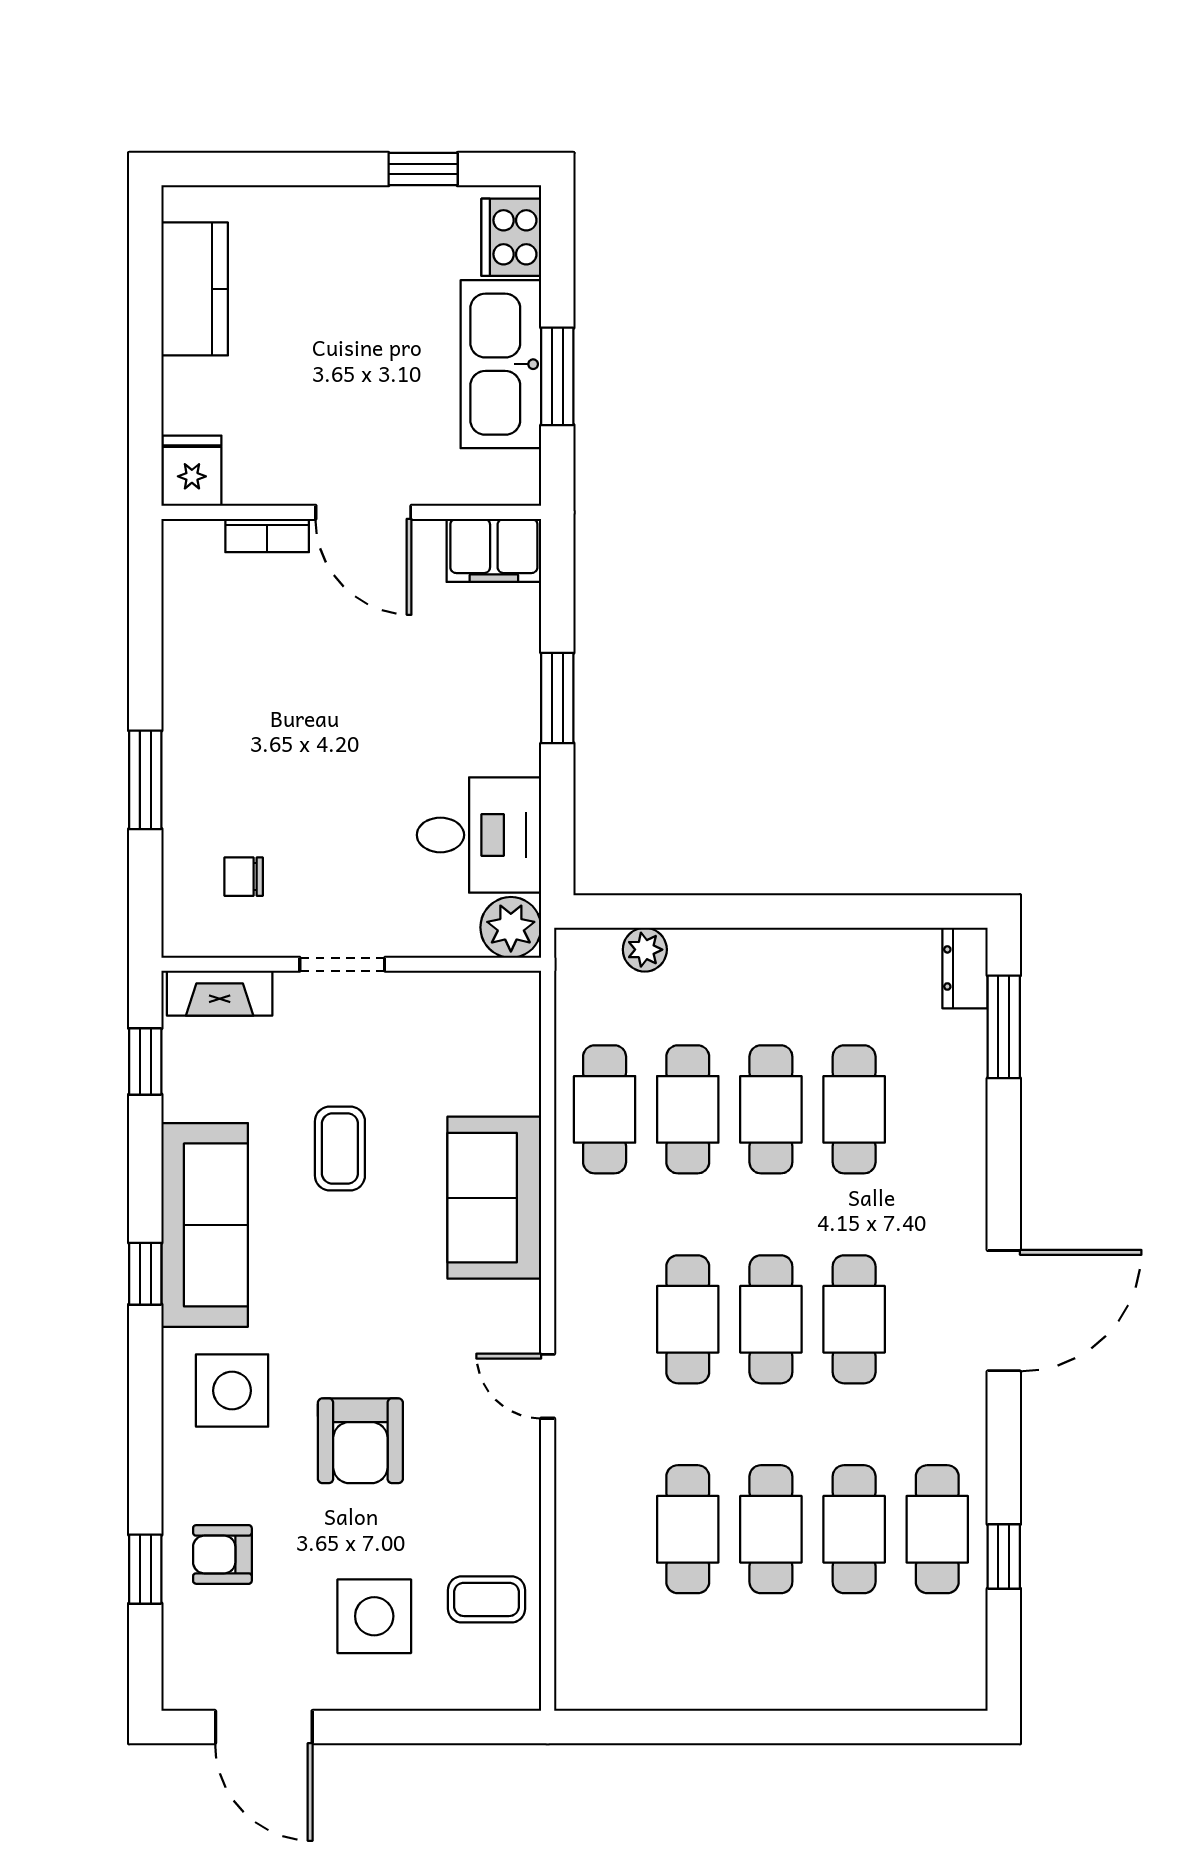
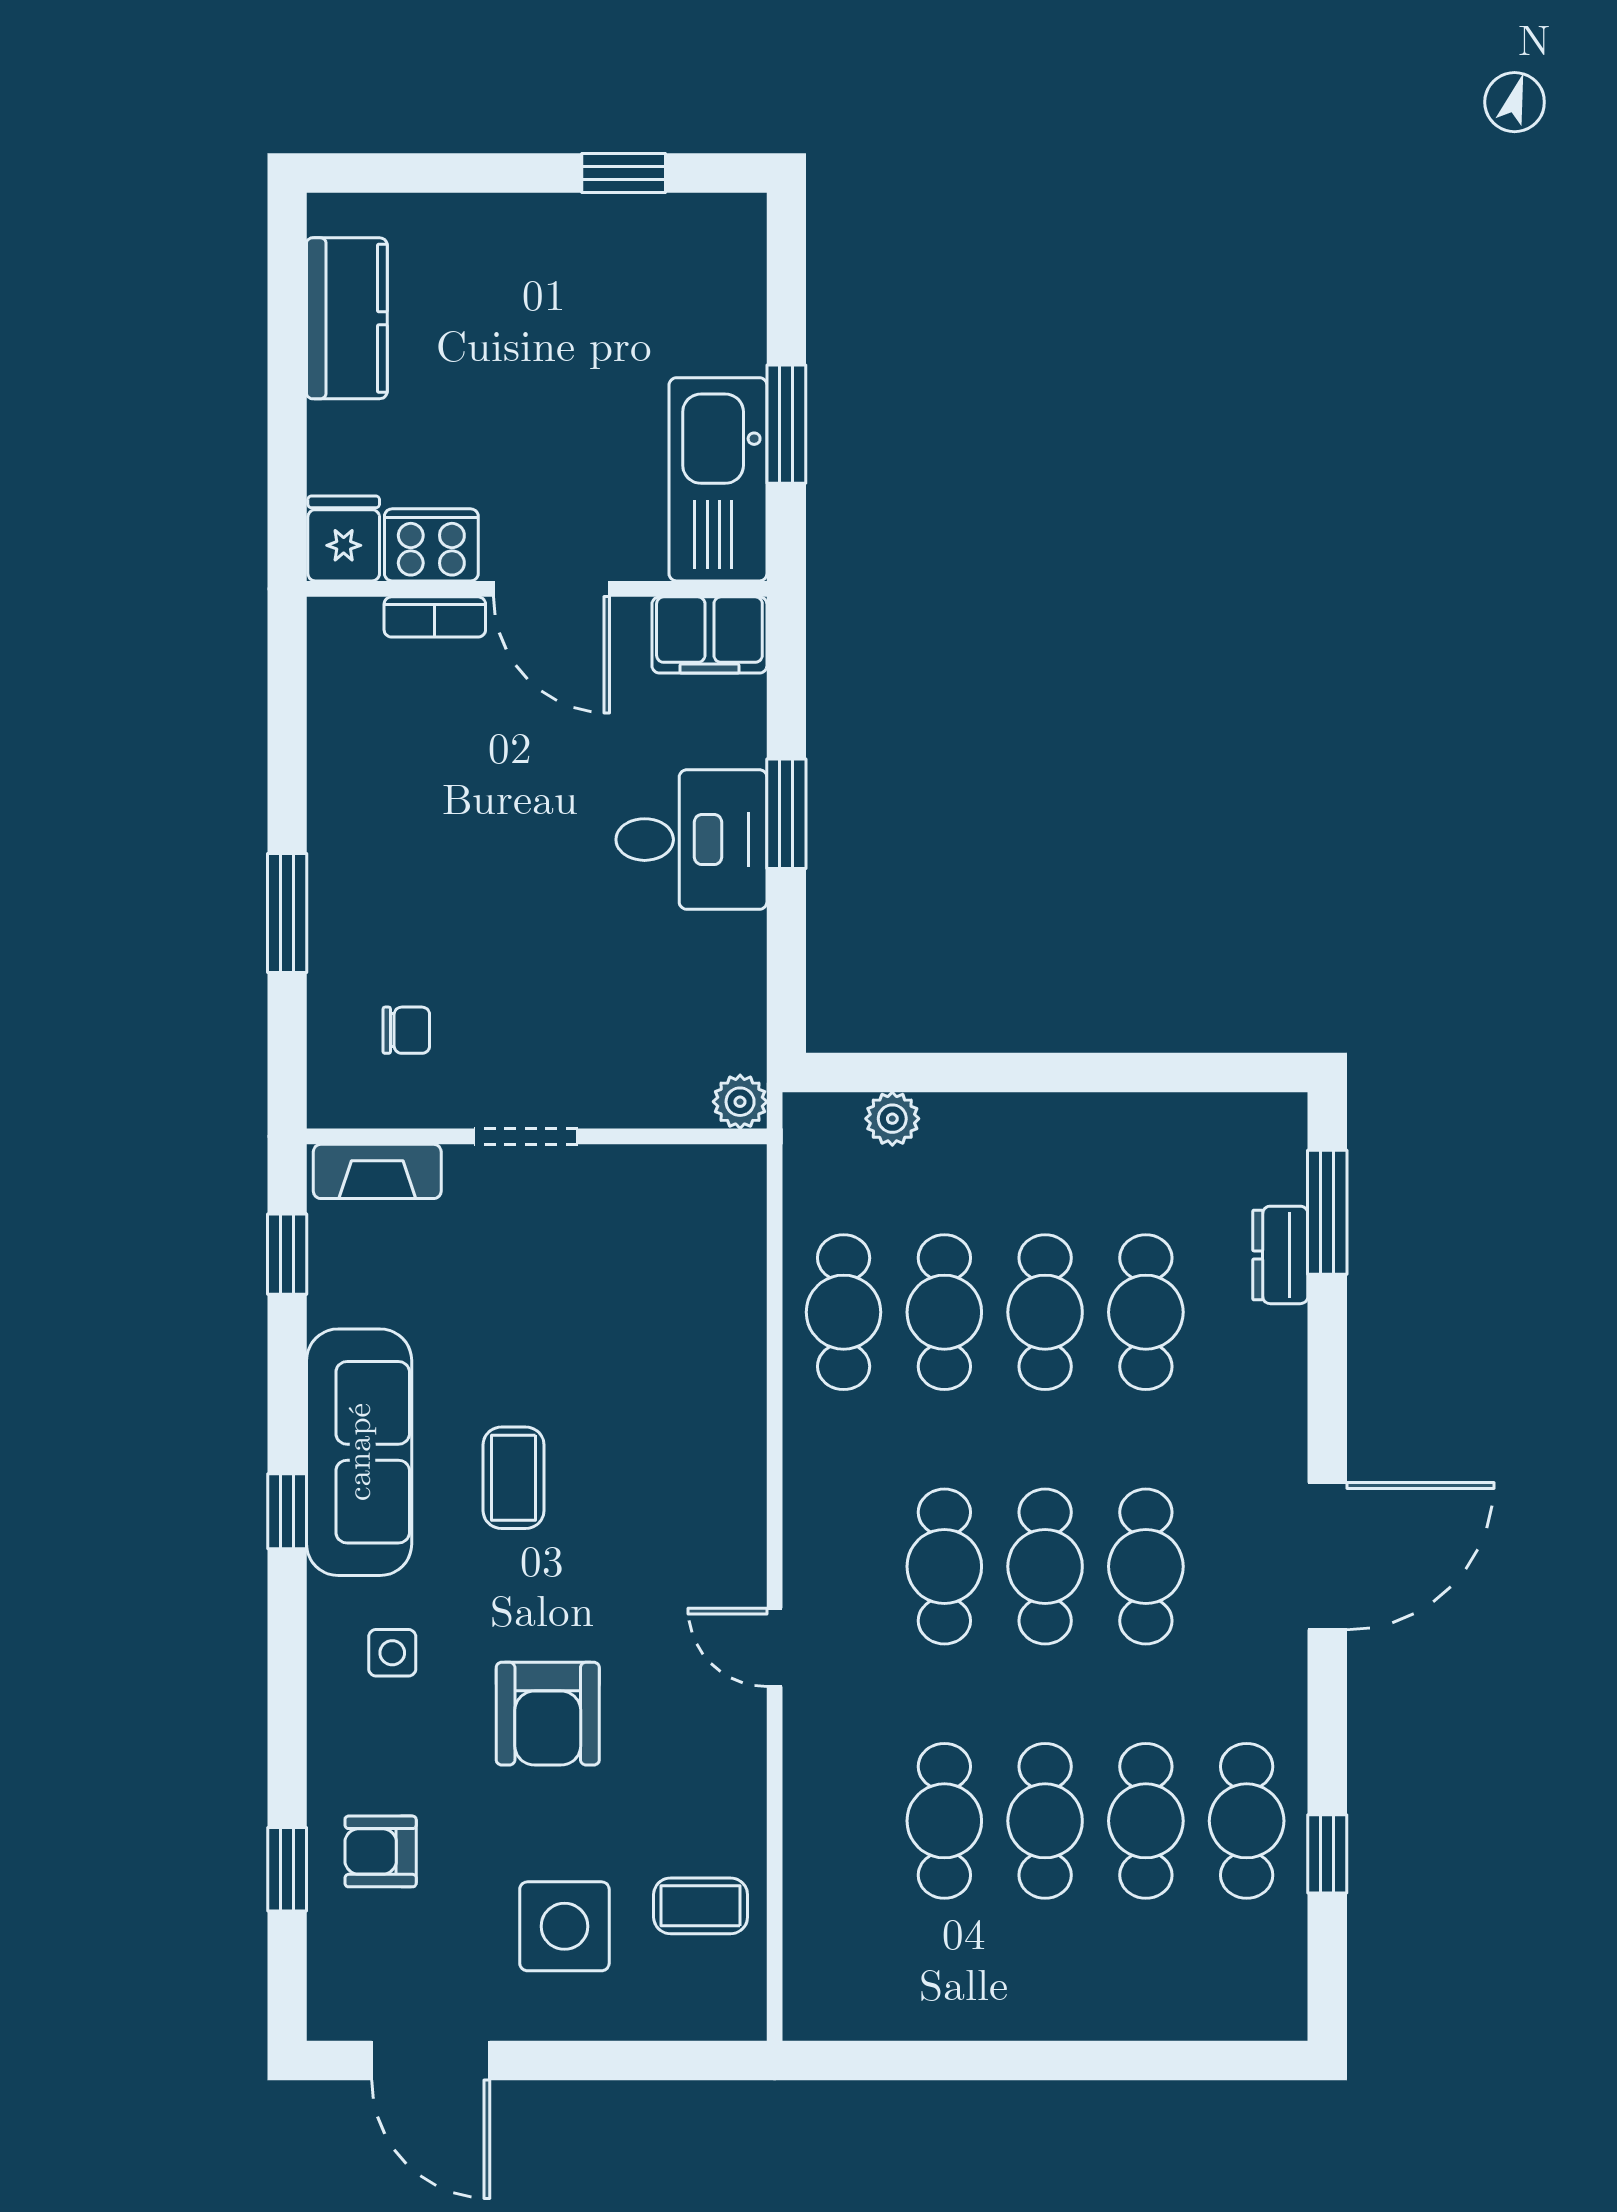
cooker: (511, 237) -> (431, 545), moved, turned 90
kitchen sink: (501, 364) -> (718, 479), moved
desk: (479, 835) -> (691, 840), moved
chair: (244, 877) -> (406, 1030), turned 180
plant: (511, 927) -> (740, 1102), width x0.73, depth x0.73
dresser: (965, 968) -> (1280, 1255), moved
coffee table: (340, 1148) -> (514, 1478), moved
sofa: (494, 1198) -> (710, 1419), removed
side table: (232, 1391) -> (392, 1653), width x0.54, depth x0.54

